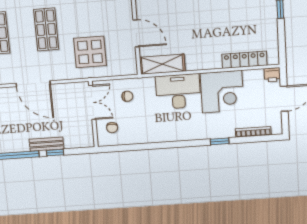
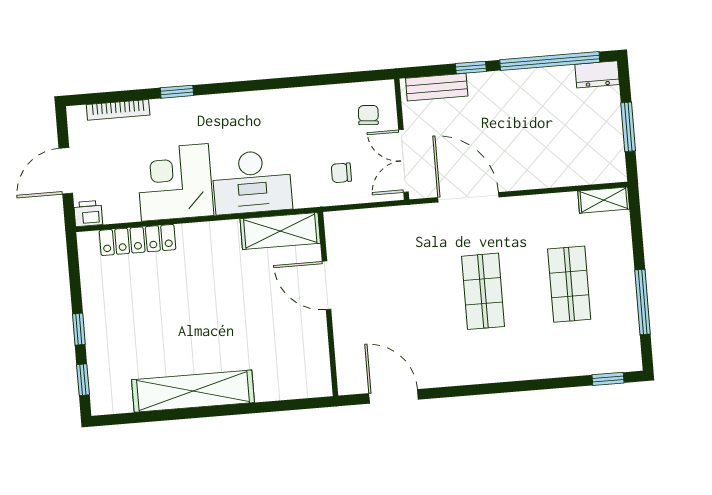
display table: (90, 52) -> (407, 252), removed
door: (33, 84) -> (468, 197), moved
bench: (47, 144) -> (437, 87), moved

